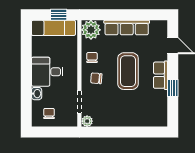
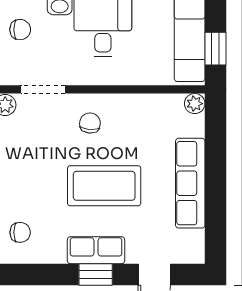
plant: (91, 30) -> (195, 104), width x0.53, depth x0.53
chair: (92, 57) -> (20, 232), moved
window: (173, 88) -> (96, 275), moved

